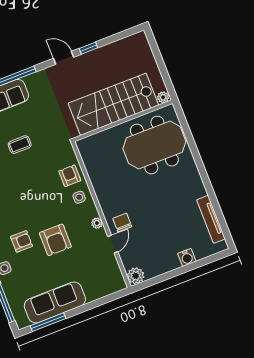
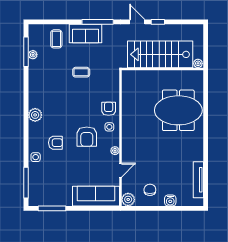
plant: (163, 97) -> (198, 63), moved
stairs: (113, 104) -> (160, 54), moved
wall: (123, 121) -> (162, 69), moved
chair: (122, 223) -> (150, 190), moved
armchair: (55, 240) -> (87, 137), moved
sofa: (55, 302) -> (96, 196), moved

